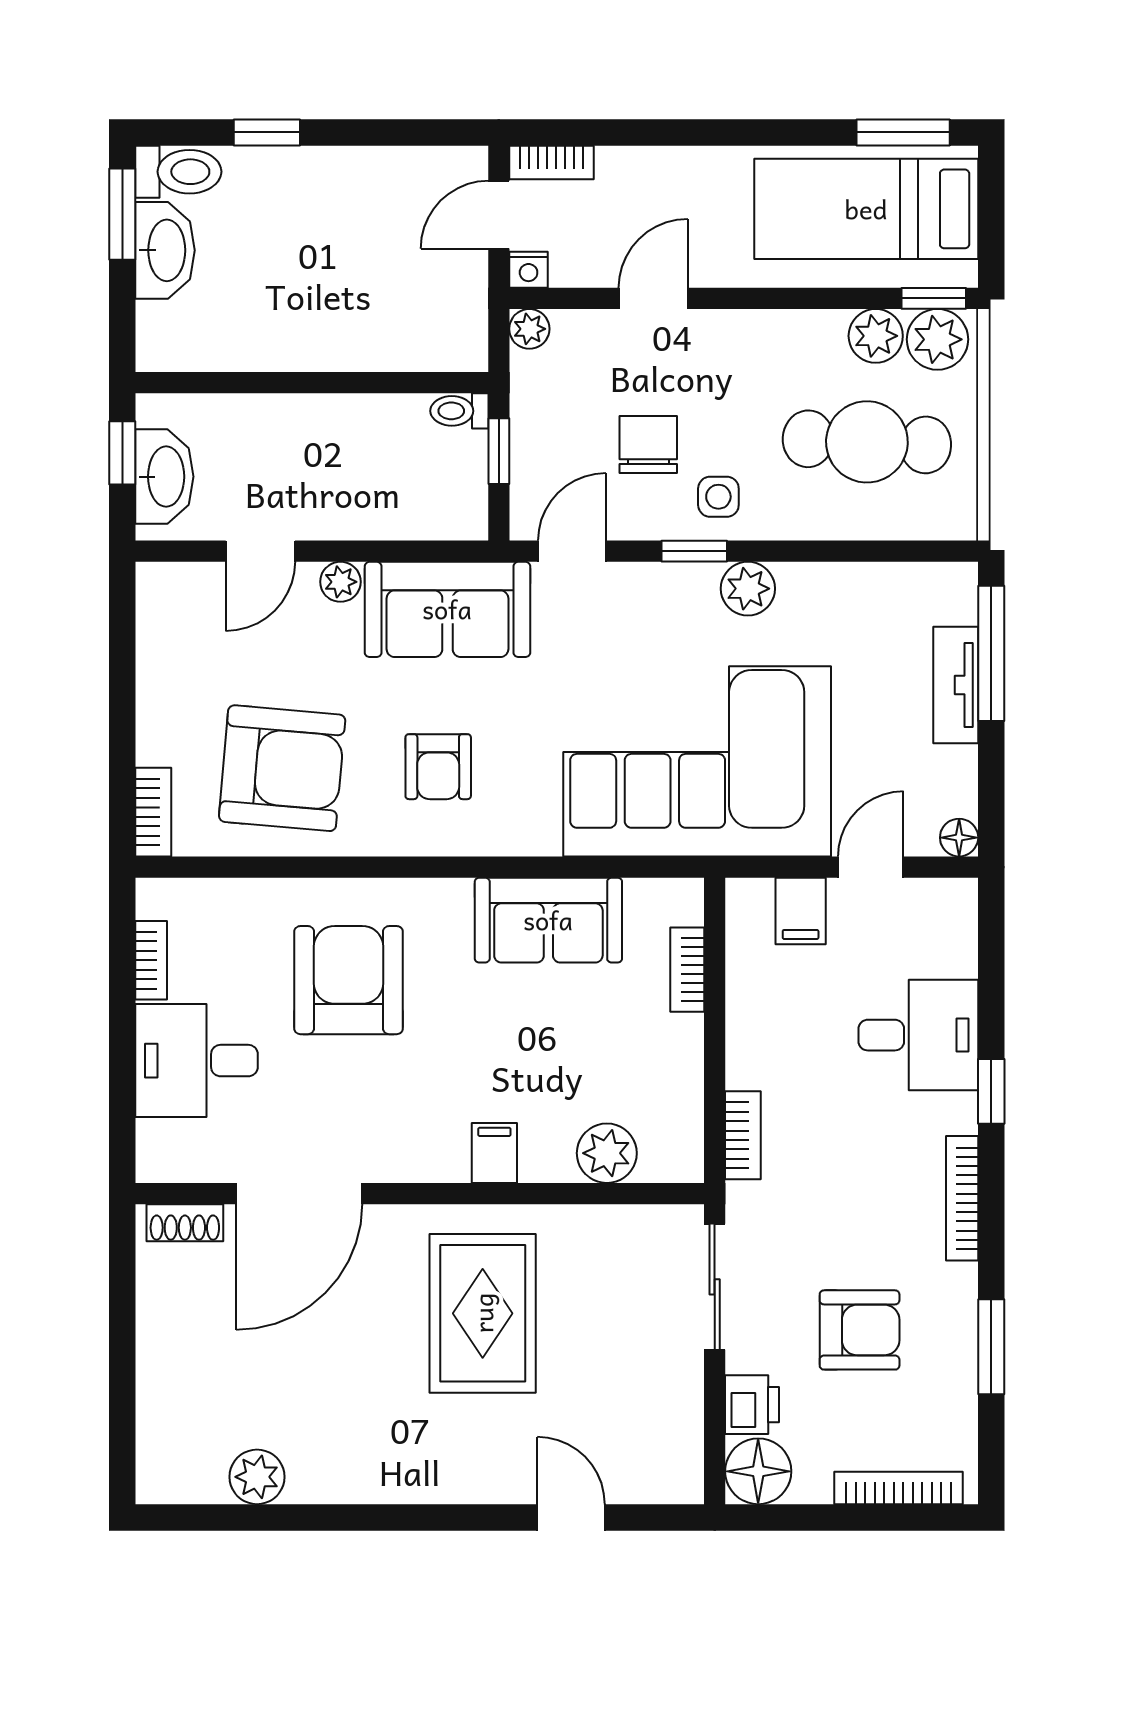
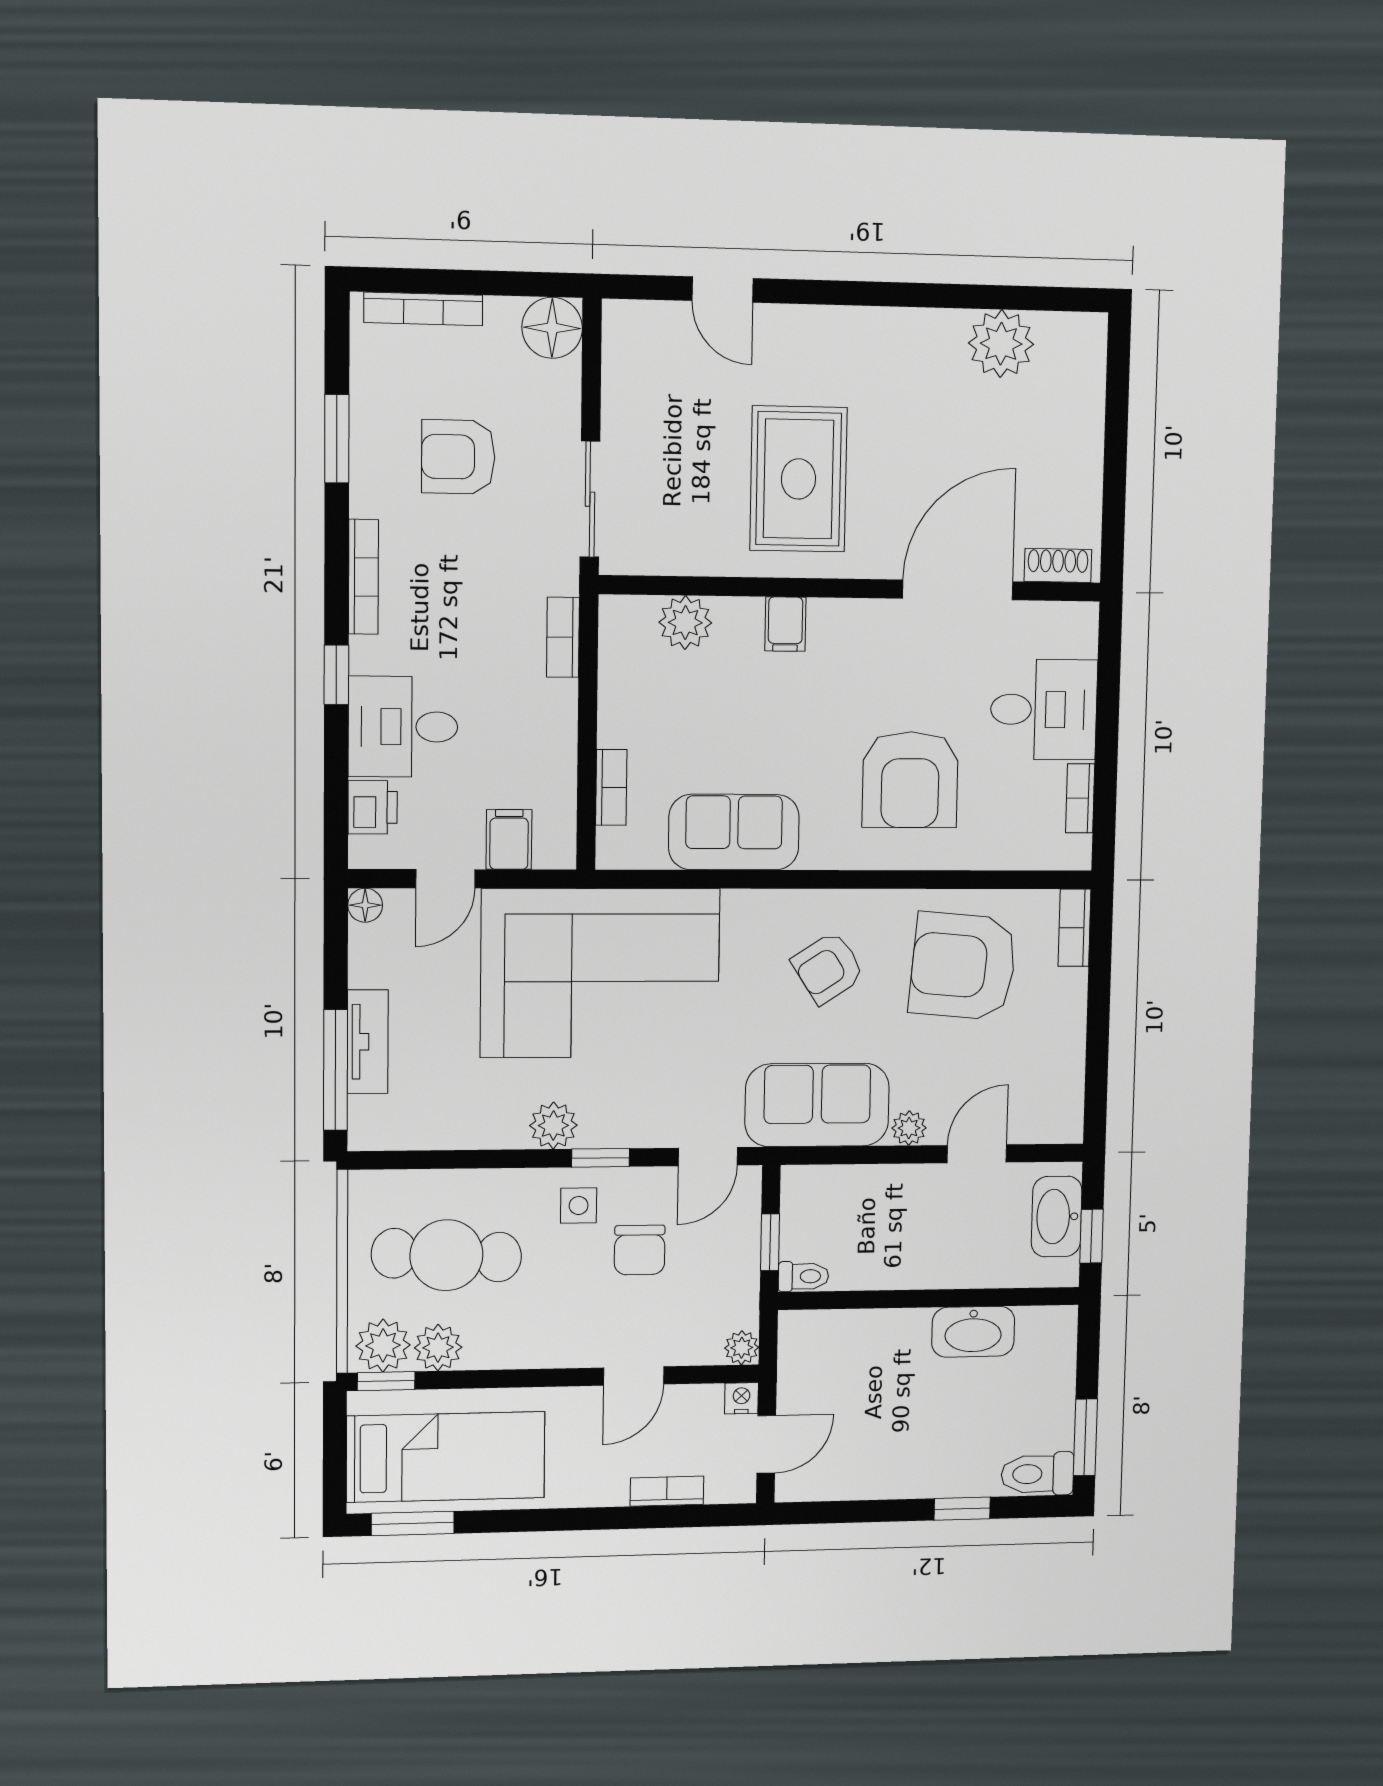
bookcase: (551, 162) -> (667, 1491), moved
washbasin: (165, 250) -> (973, 1332), moved, turned -90
armchair: (438, 767) -> (828, 968), turned -123
printer: (752, 1405) -> (373, 807), moved, turned 180
plant: (257, 1477) -> (1001, 344), width x1.36, depth x1.36

